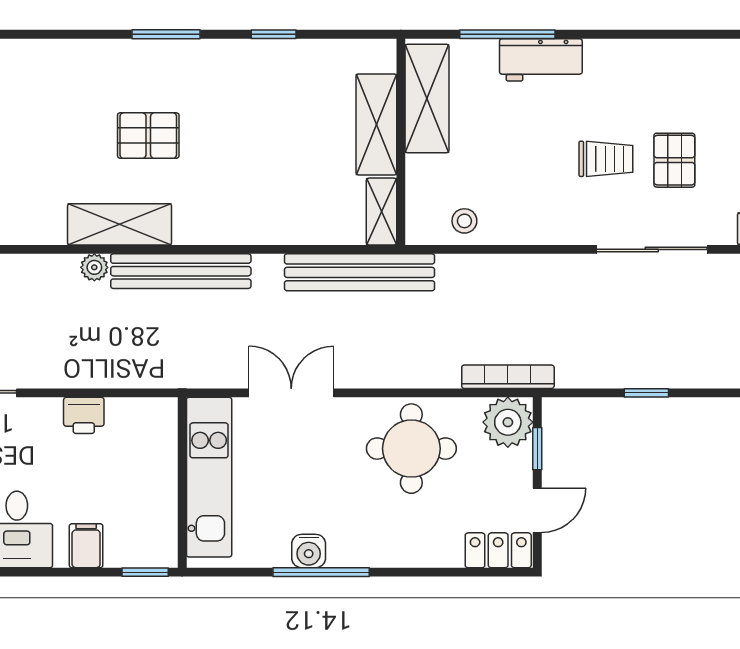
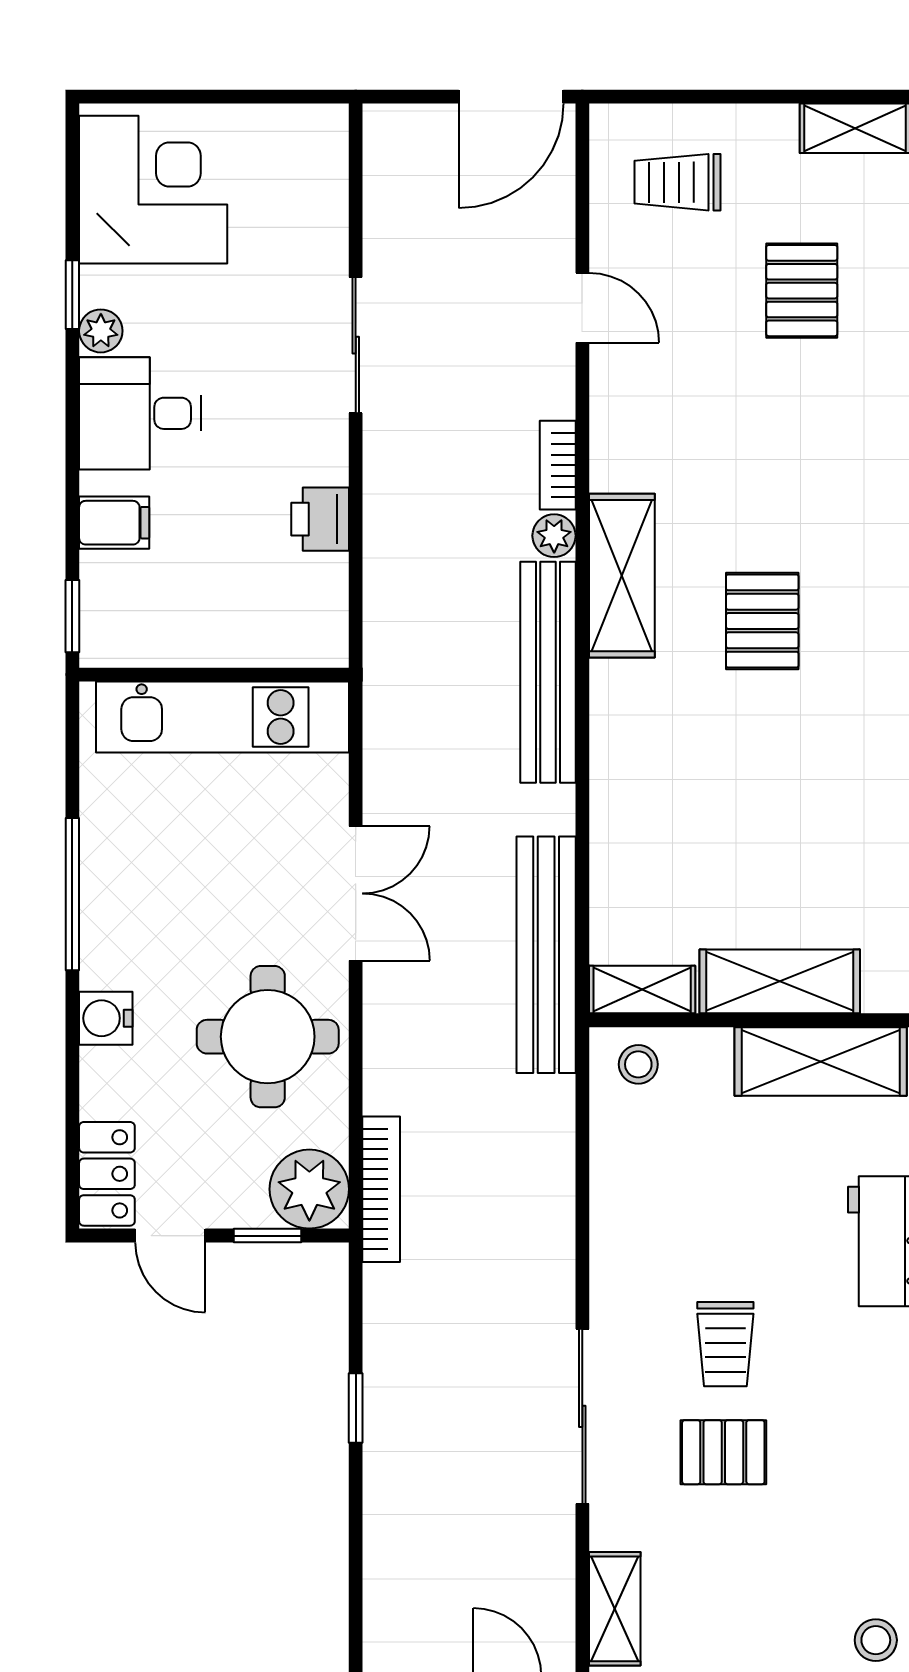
stool: (464, 221) -> (638, 1064), moved
bookcase: (50, 265) -> (558, 465), added
double door: (291, 393) -> (356, 893), moved
water cooler: (309, 551) -> (106, 1018), moved

